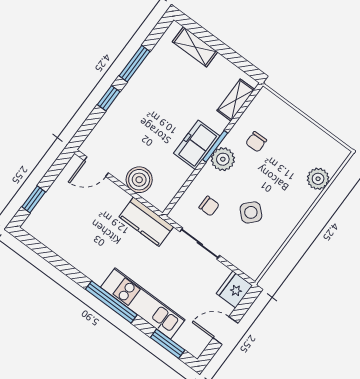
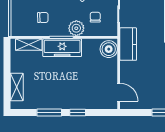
freezer: (197, 145) -> (62, 48), width x1.40
plant: (223, 159) -> (76, 28), moved
boiler: (139, 180) -> (109, 49), moved

